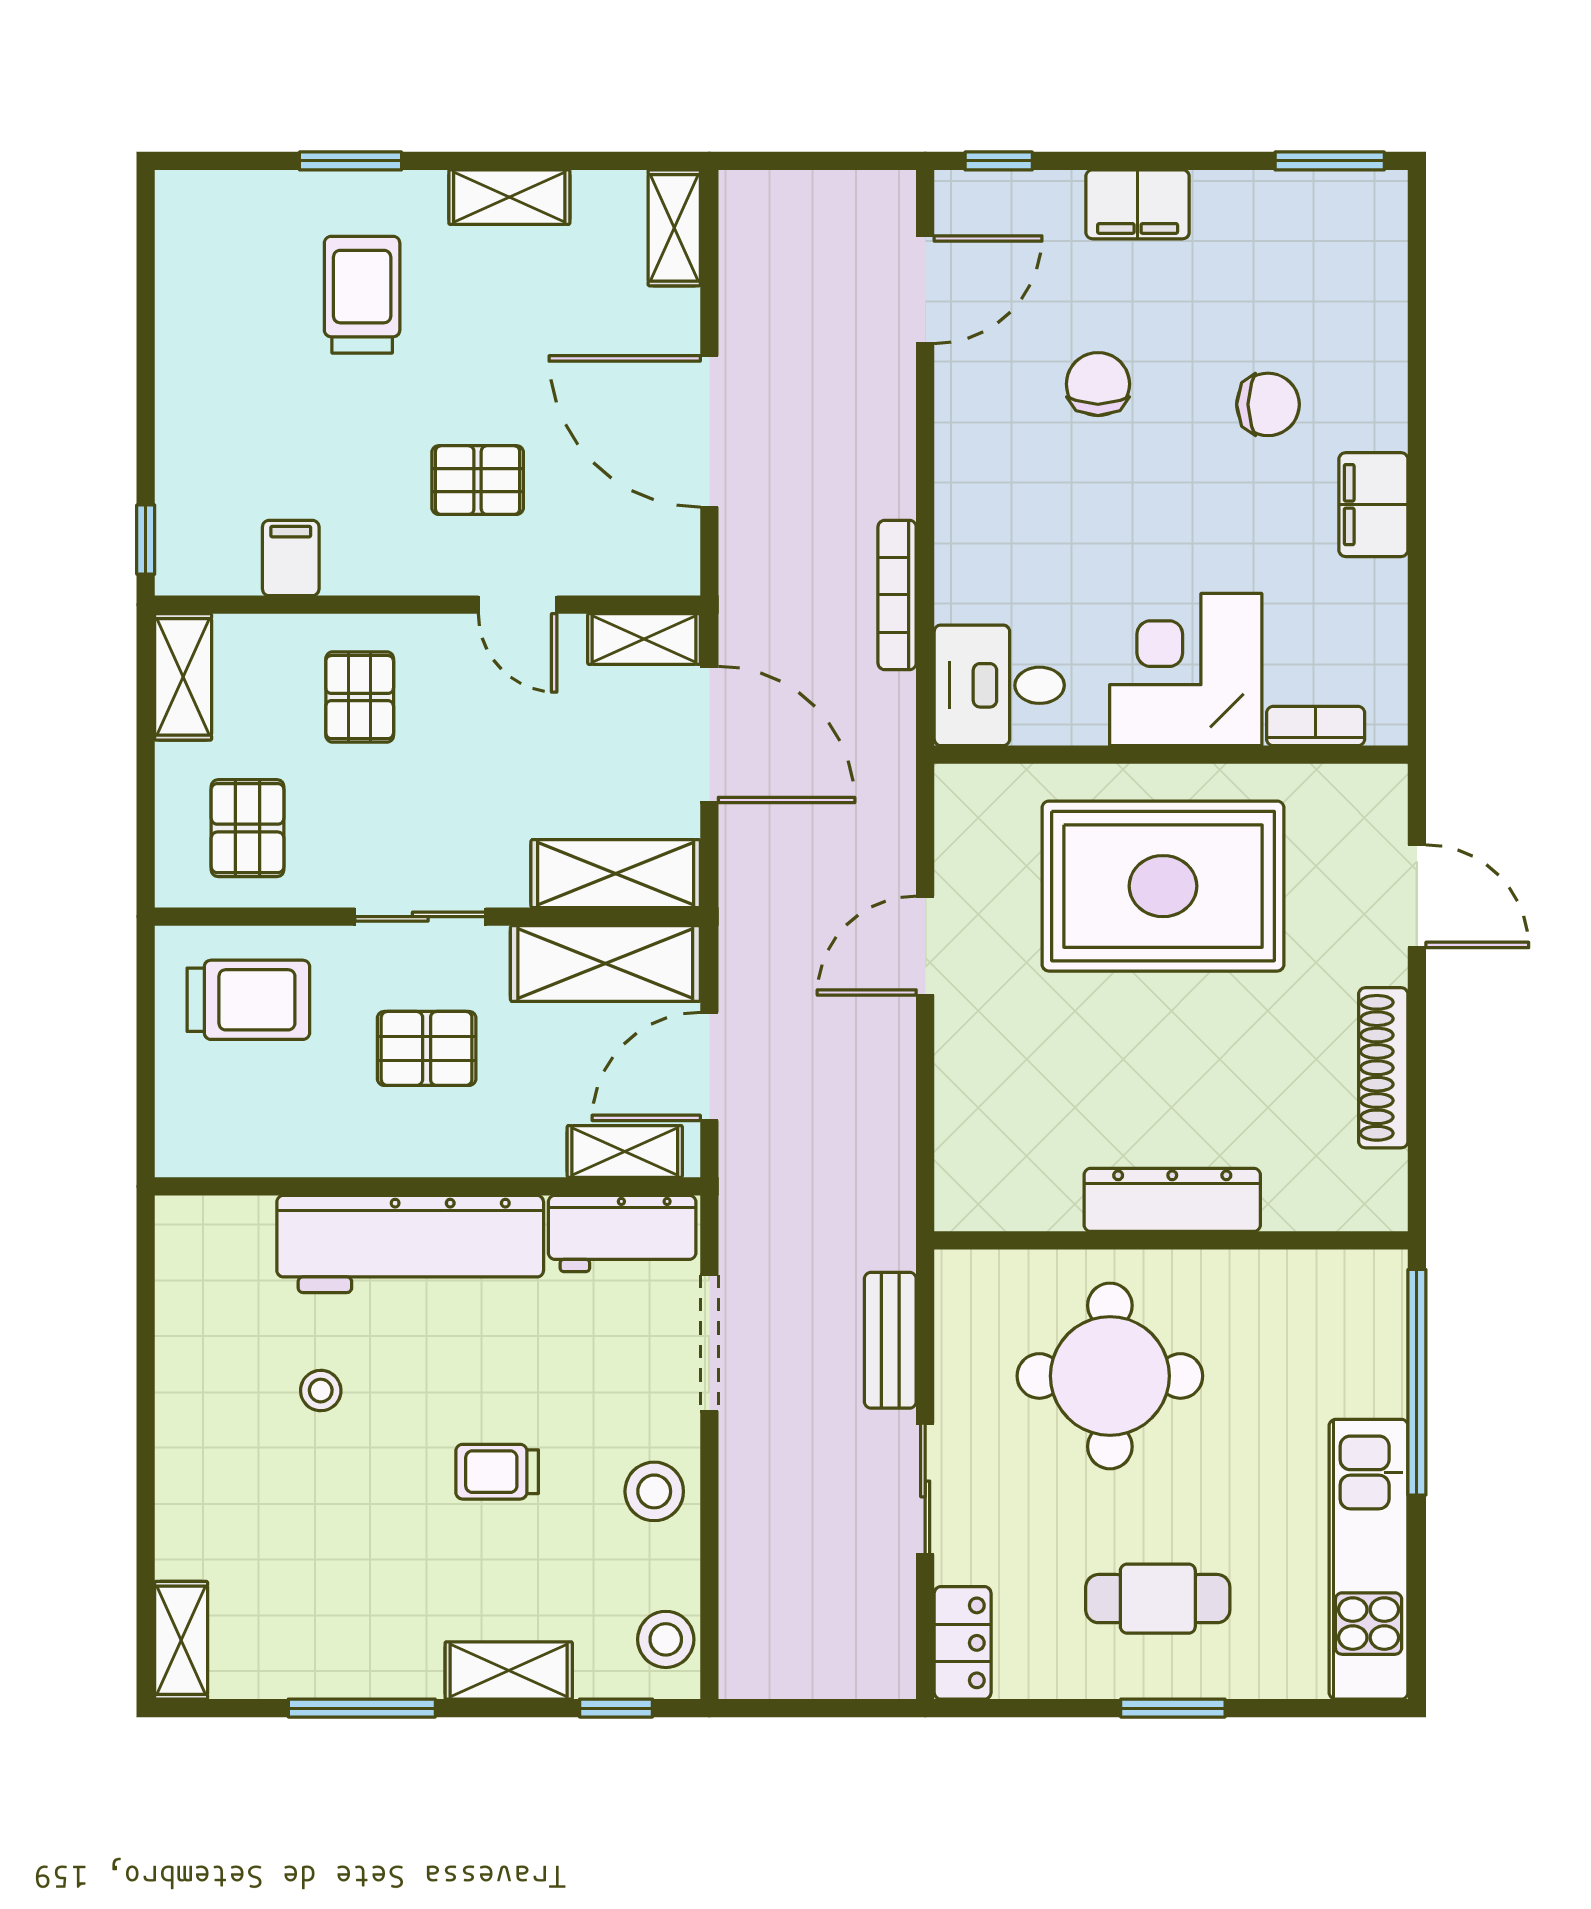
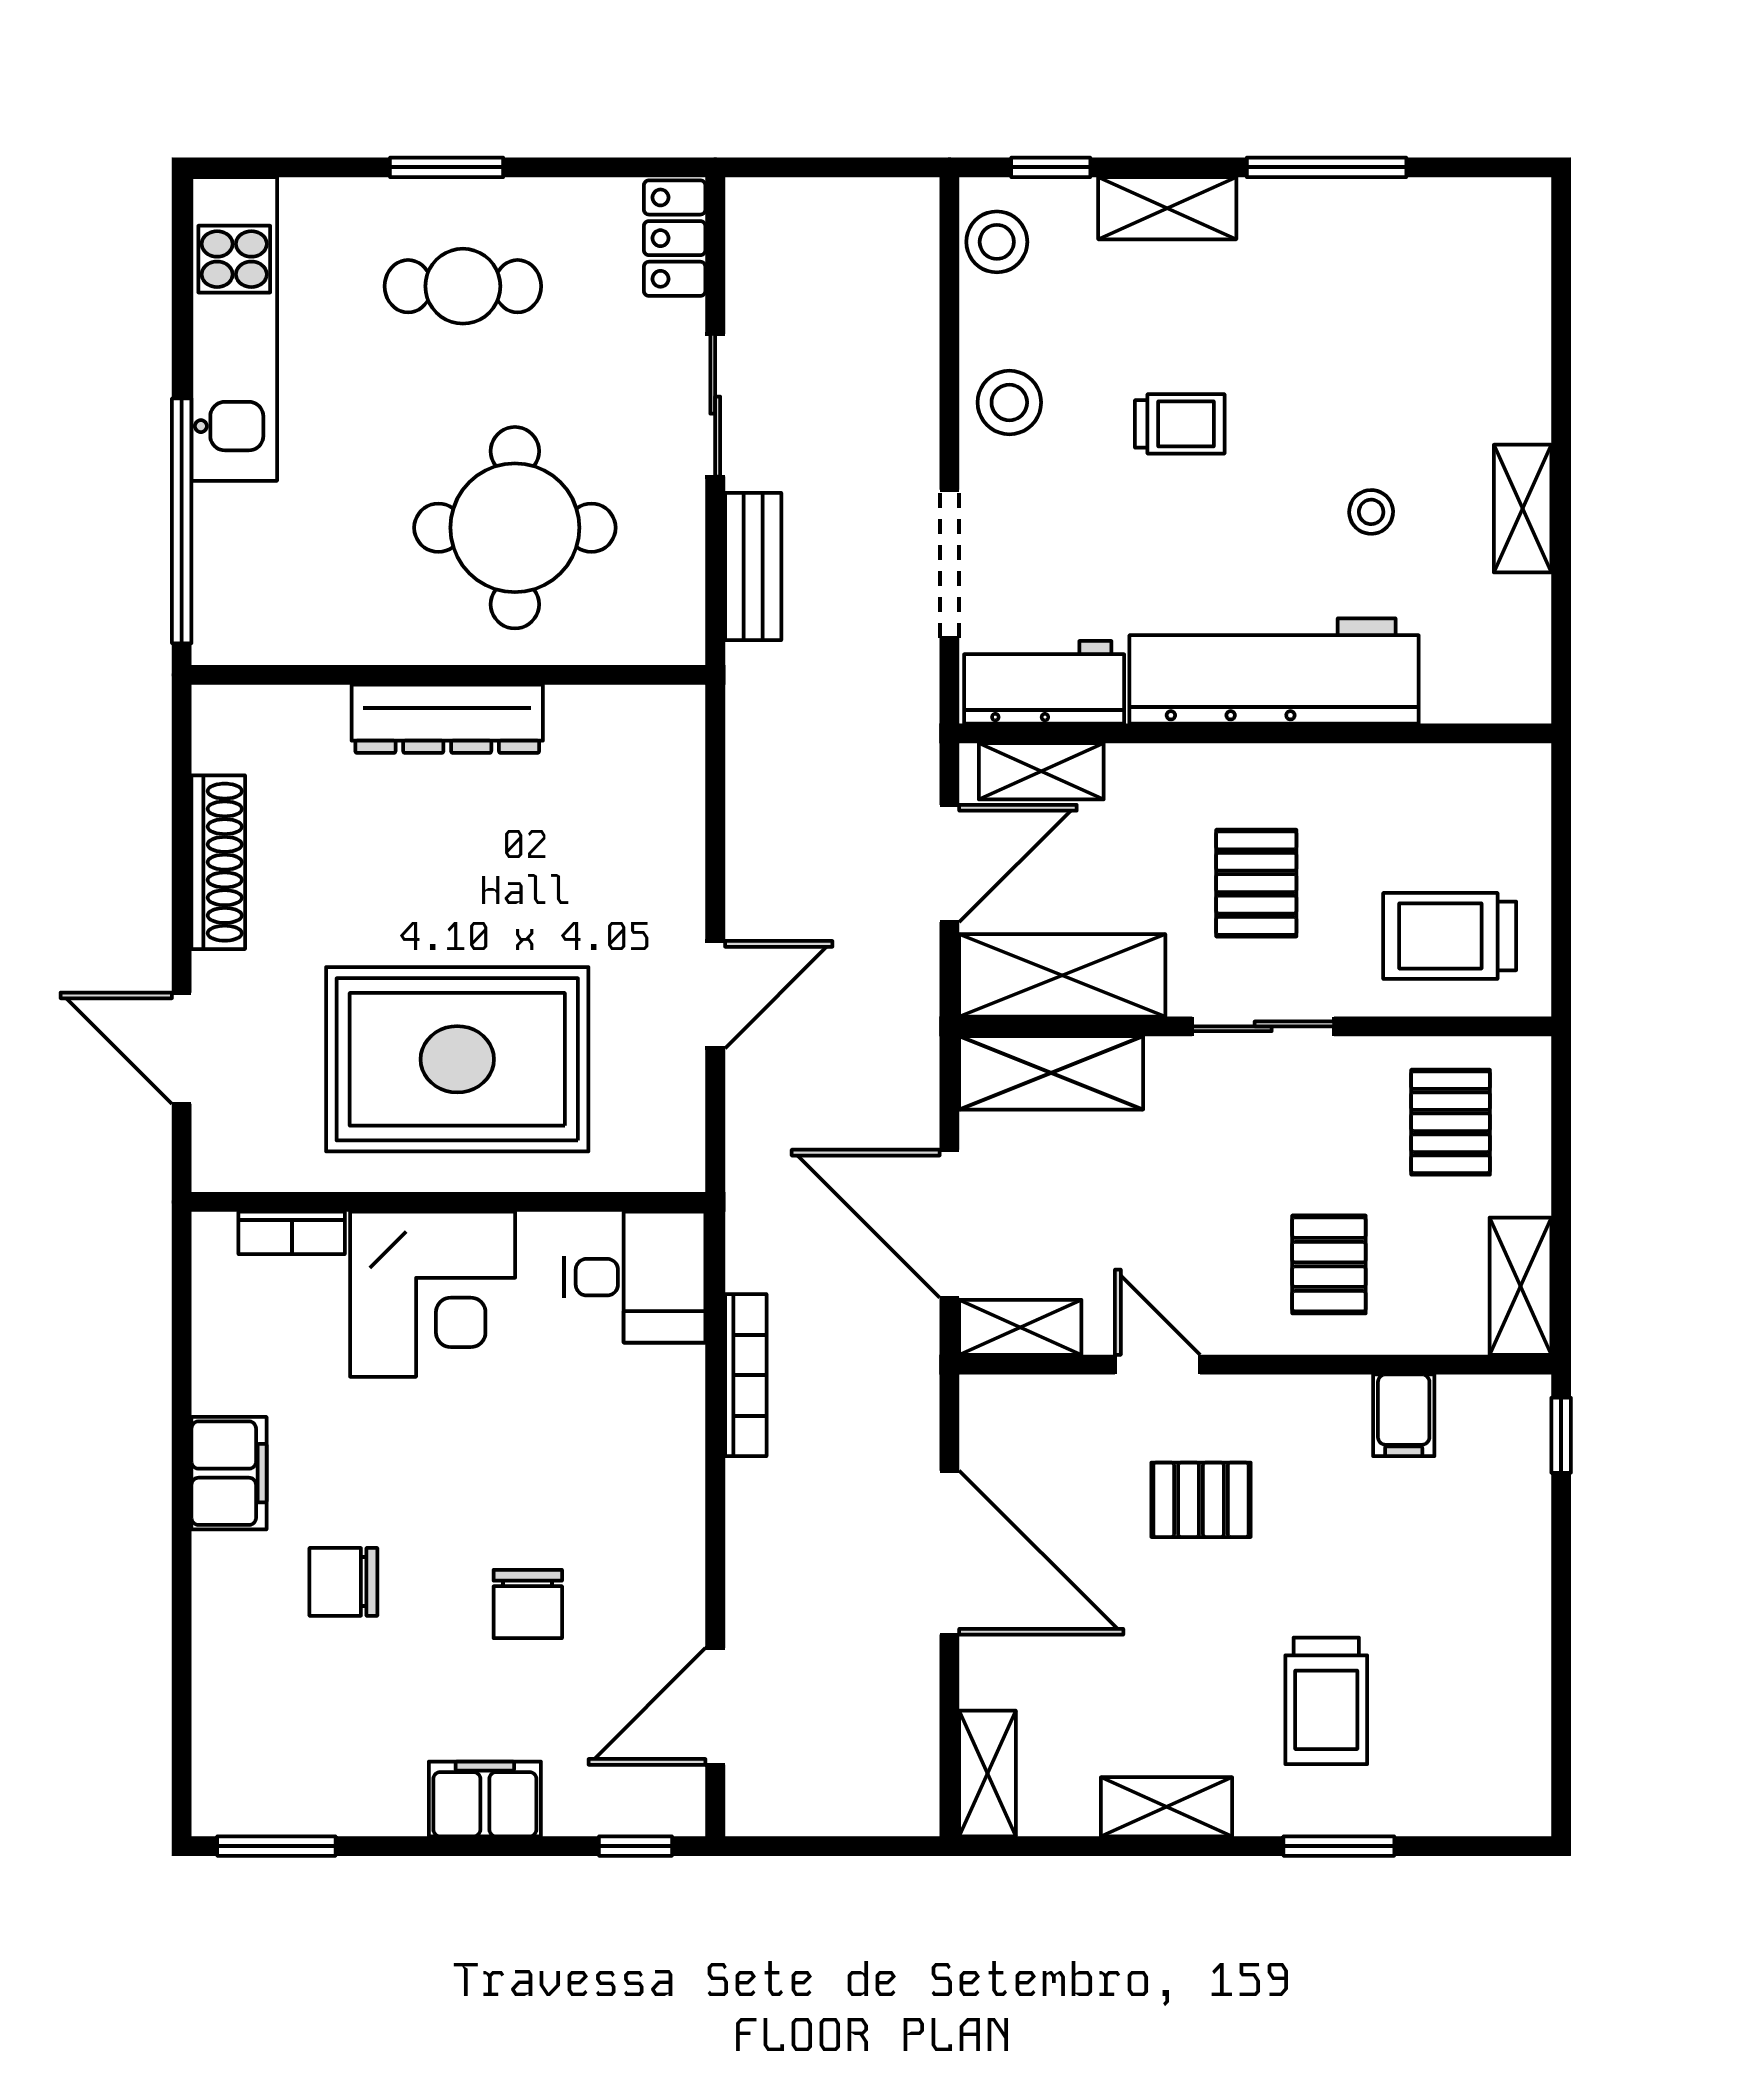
pallet: (427, 1048) -> (1256, 883), turned 90
shelving: (181, 1640) -> (1523, 509), moved

